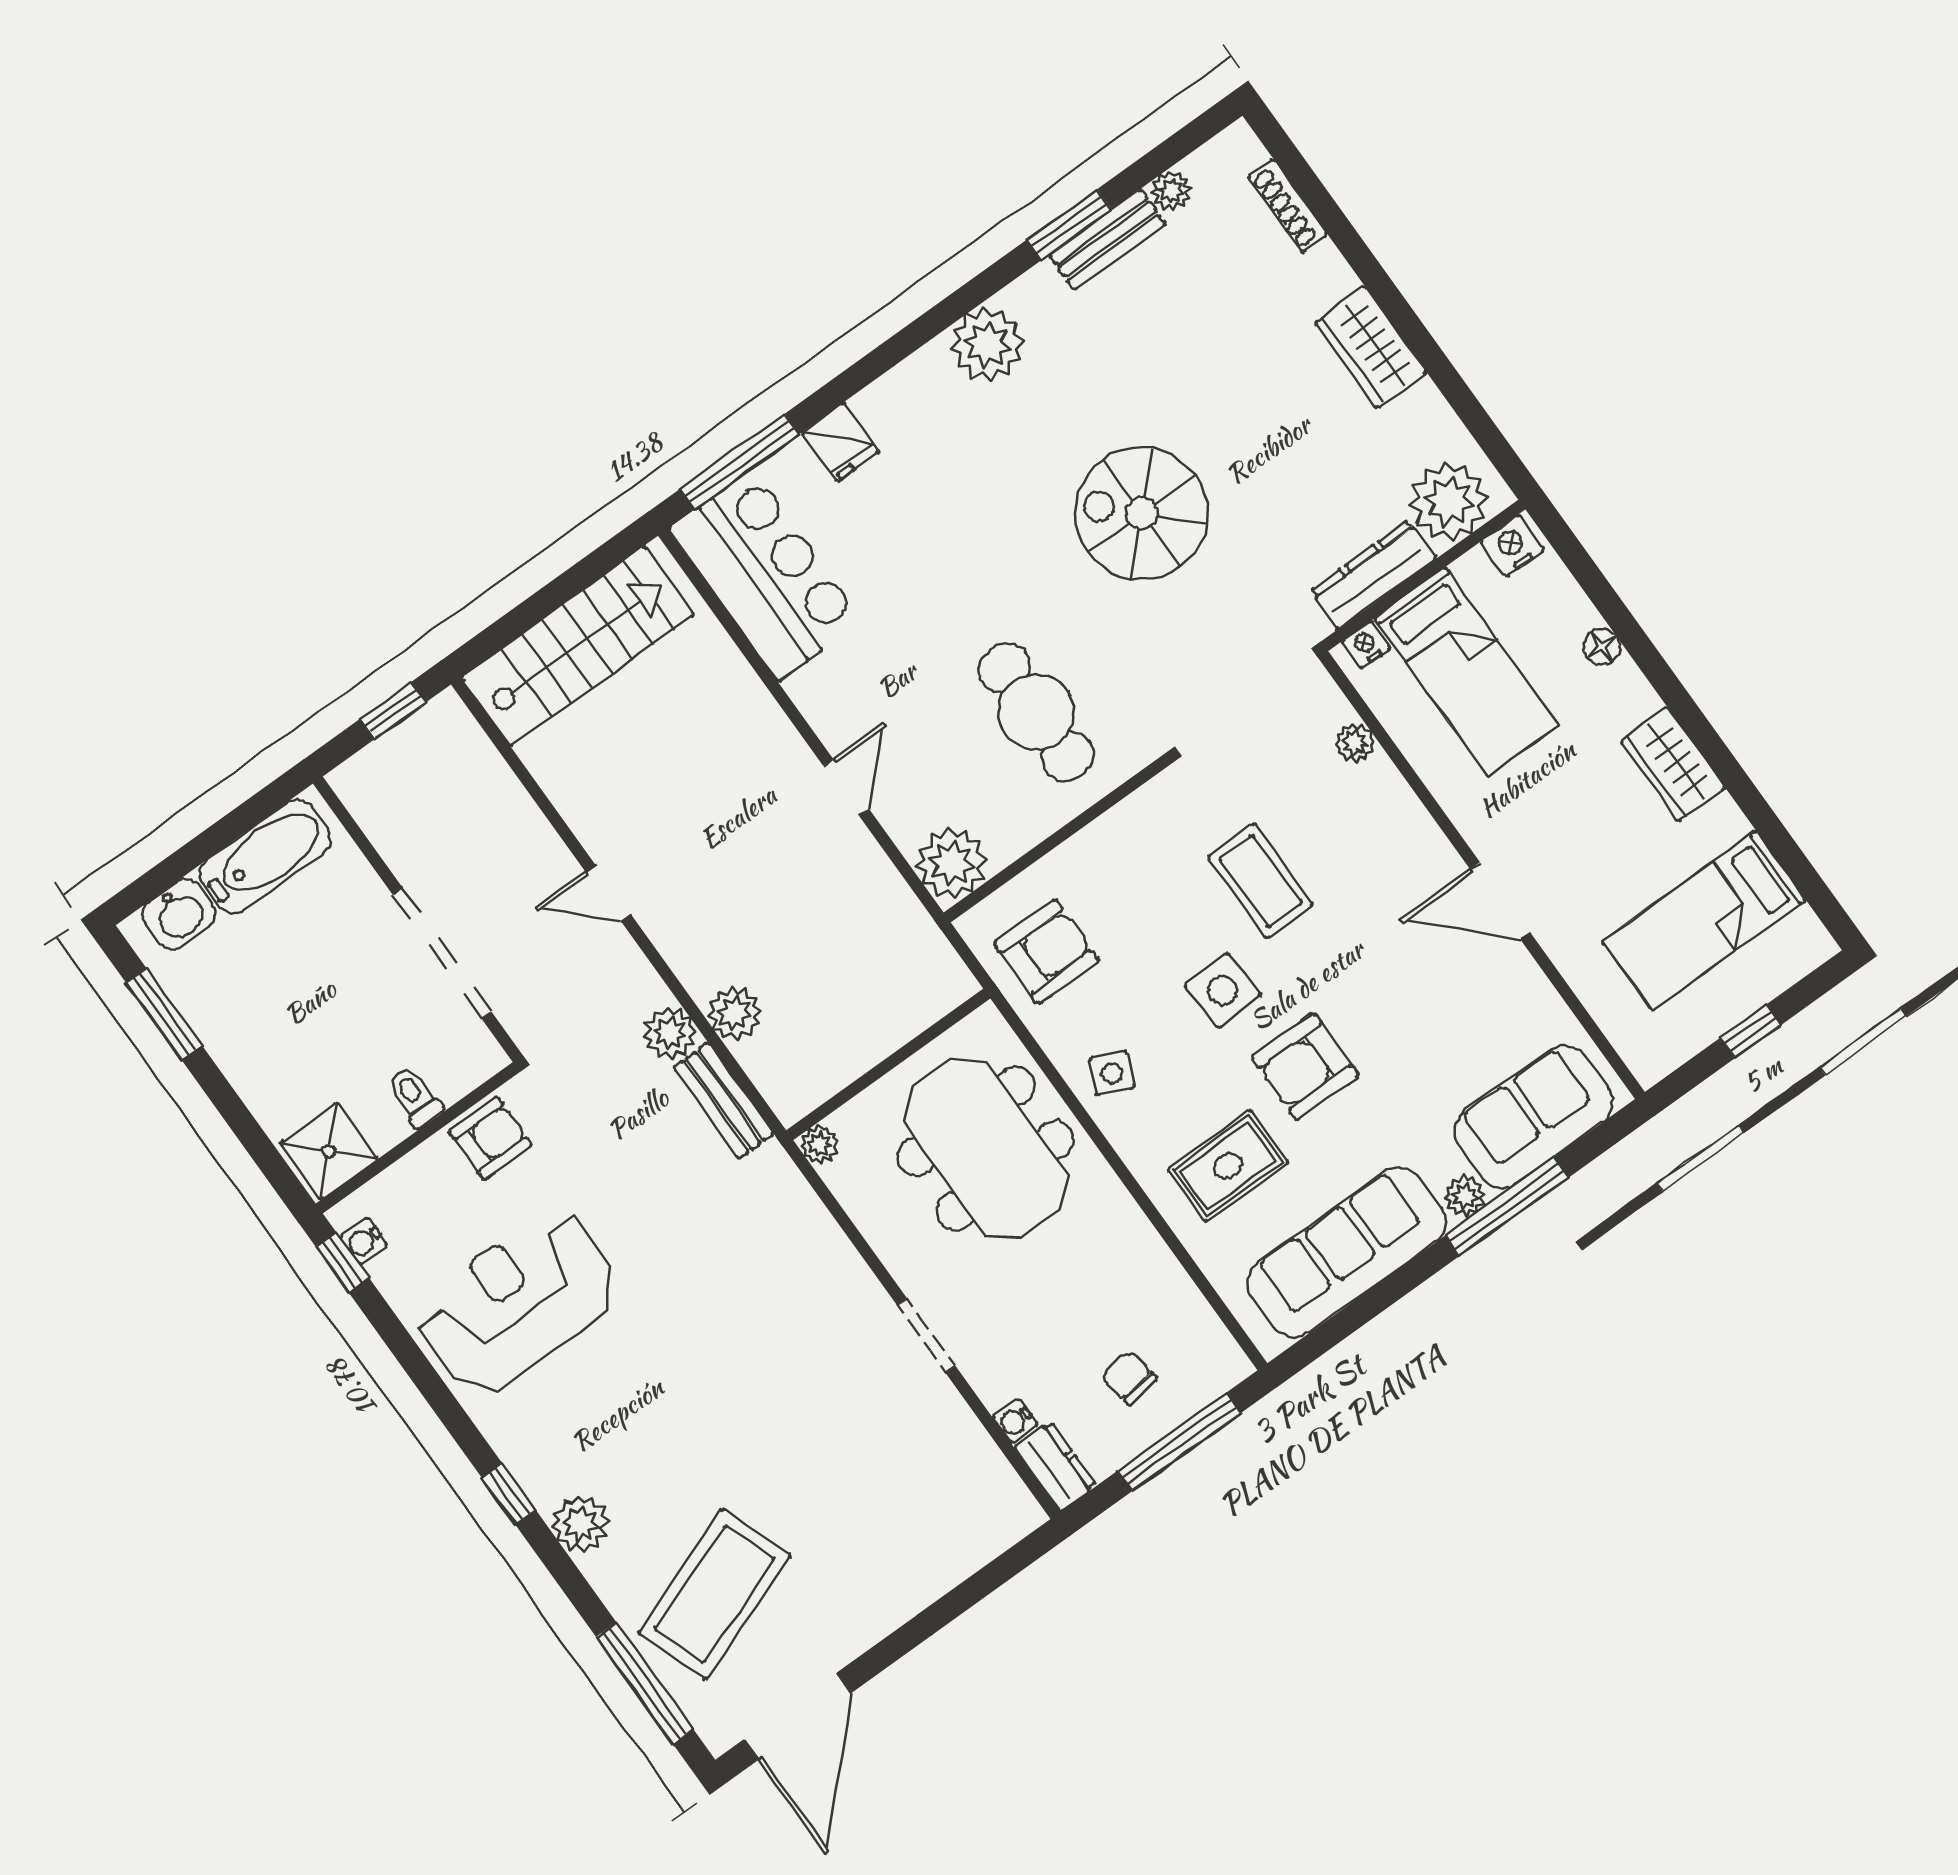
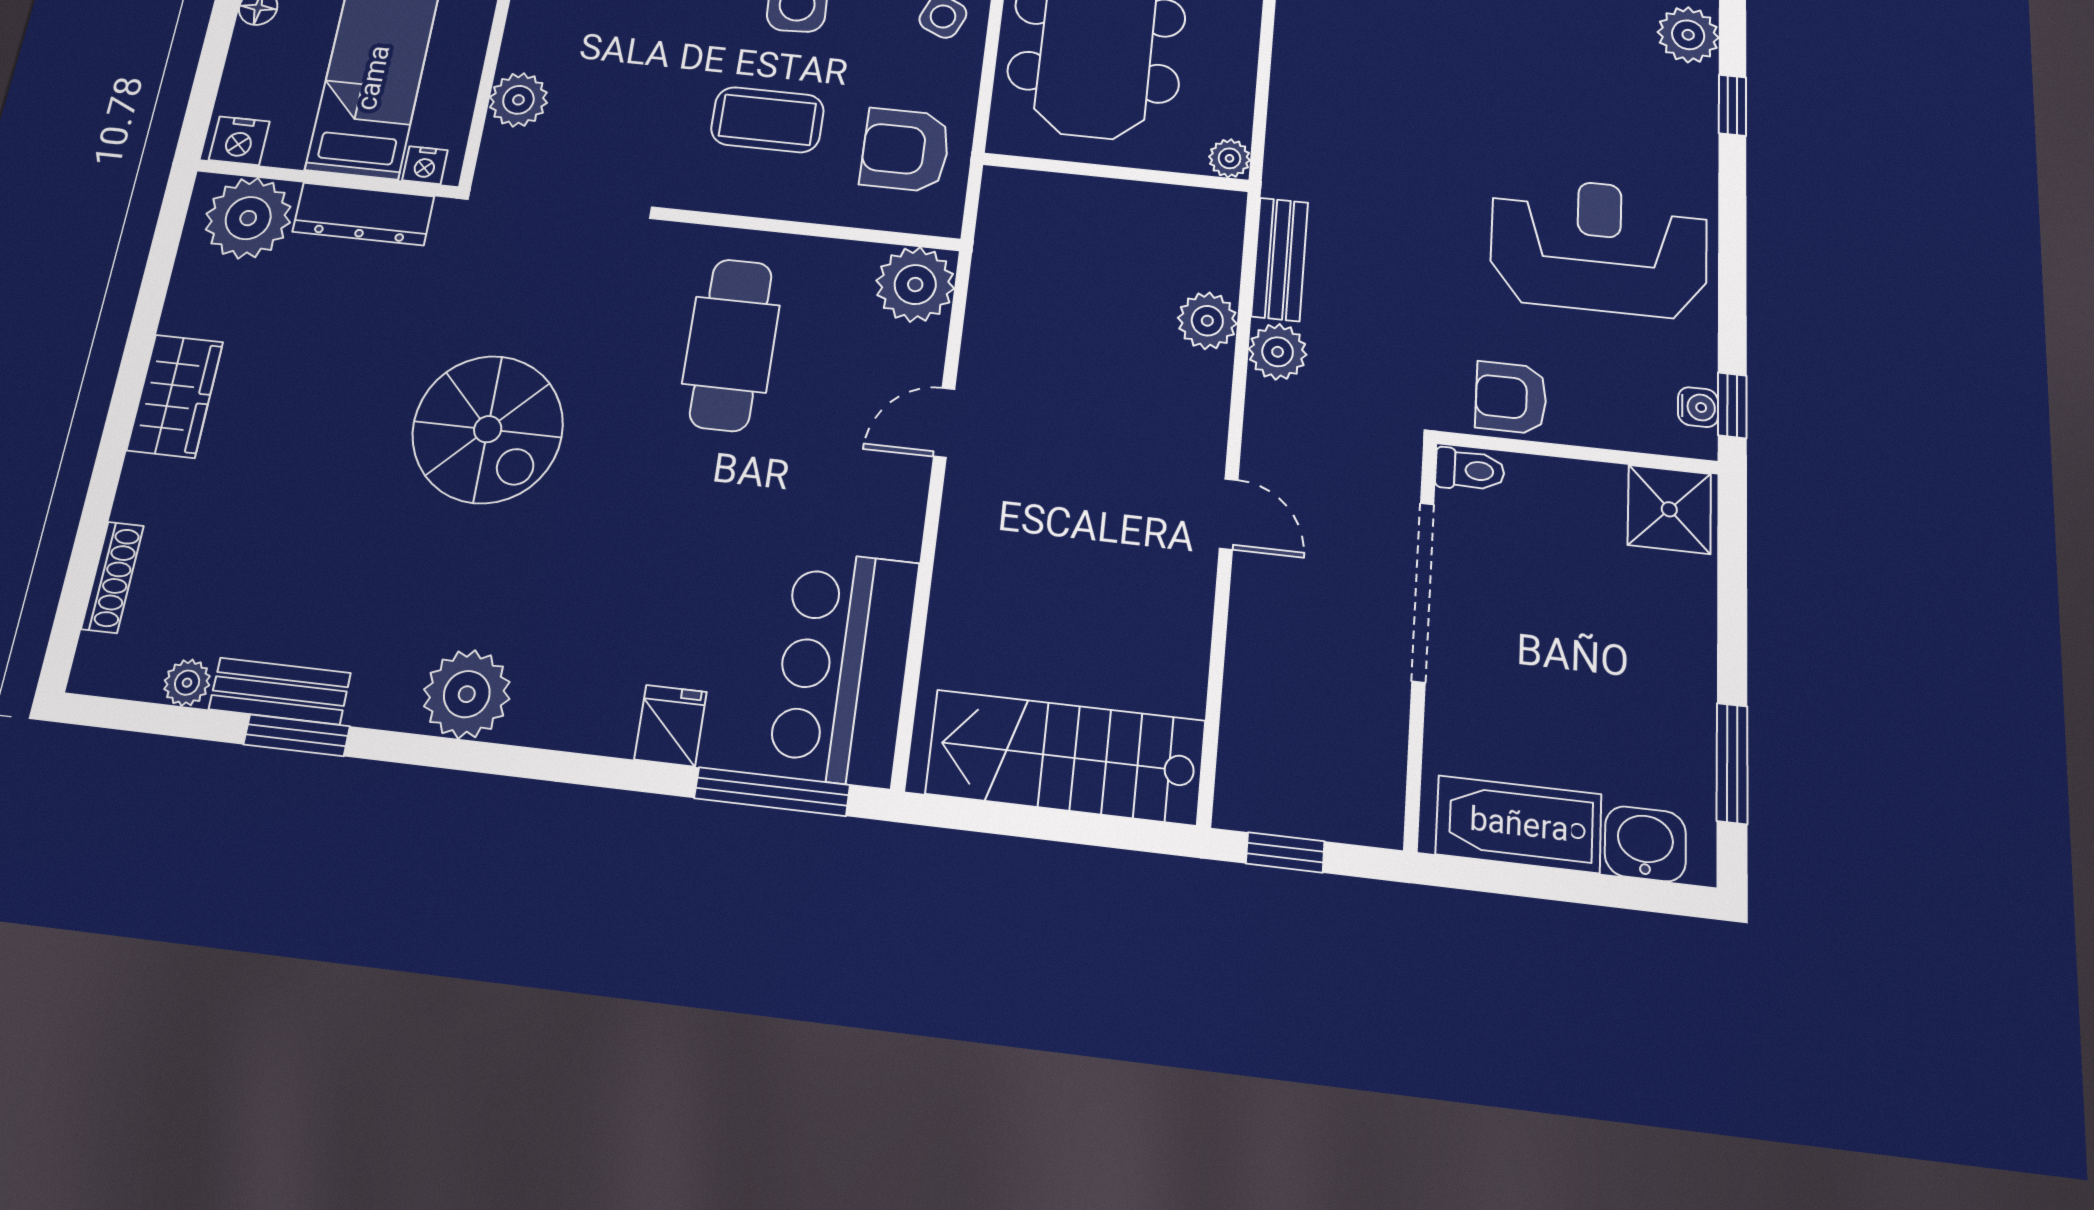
plant: (1355, 743) -> (518, 100), width x1.38, depth x1.38
coffee table: (1261, 881) -> (767, 120), moved, turned 90
toilet: (414, 1097) -> (1470, 470), moved, turned -90
reception desk: (518, 1302) -> (1599, 246), turned 180

